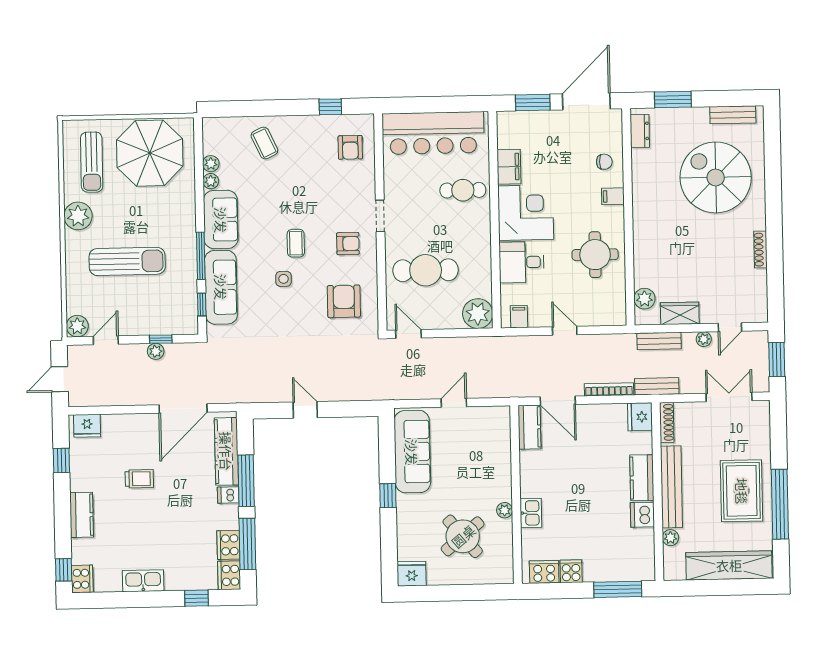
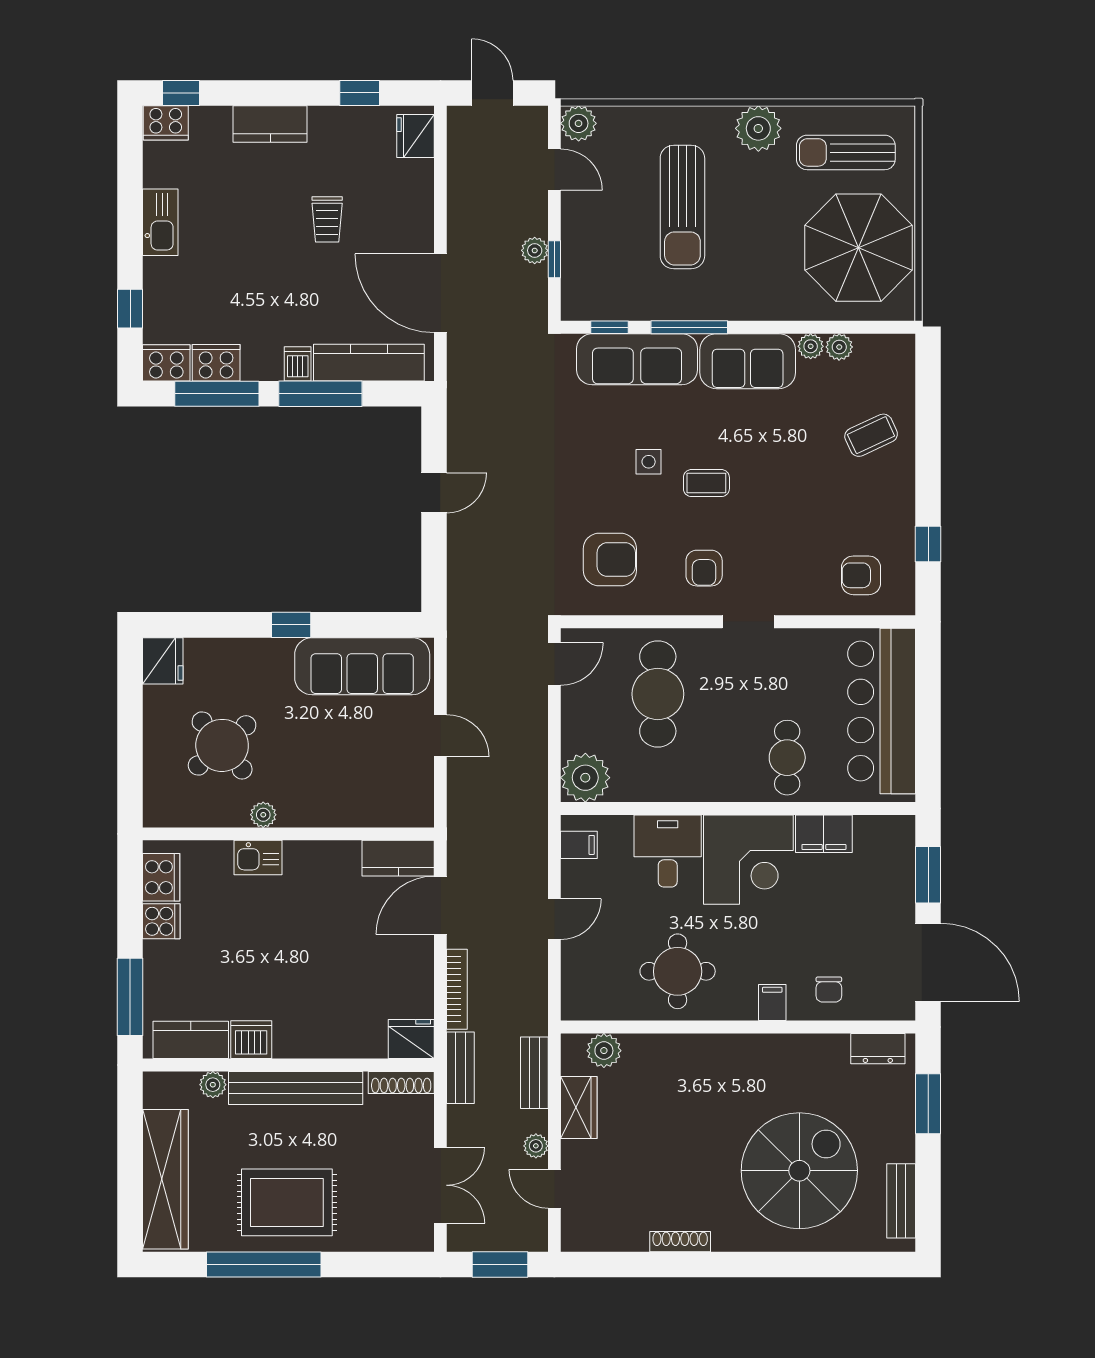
kitchen counter: (642, 478) -> (191, 1040), moved

